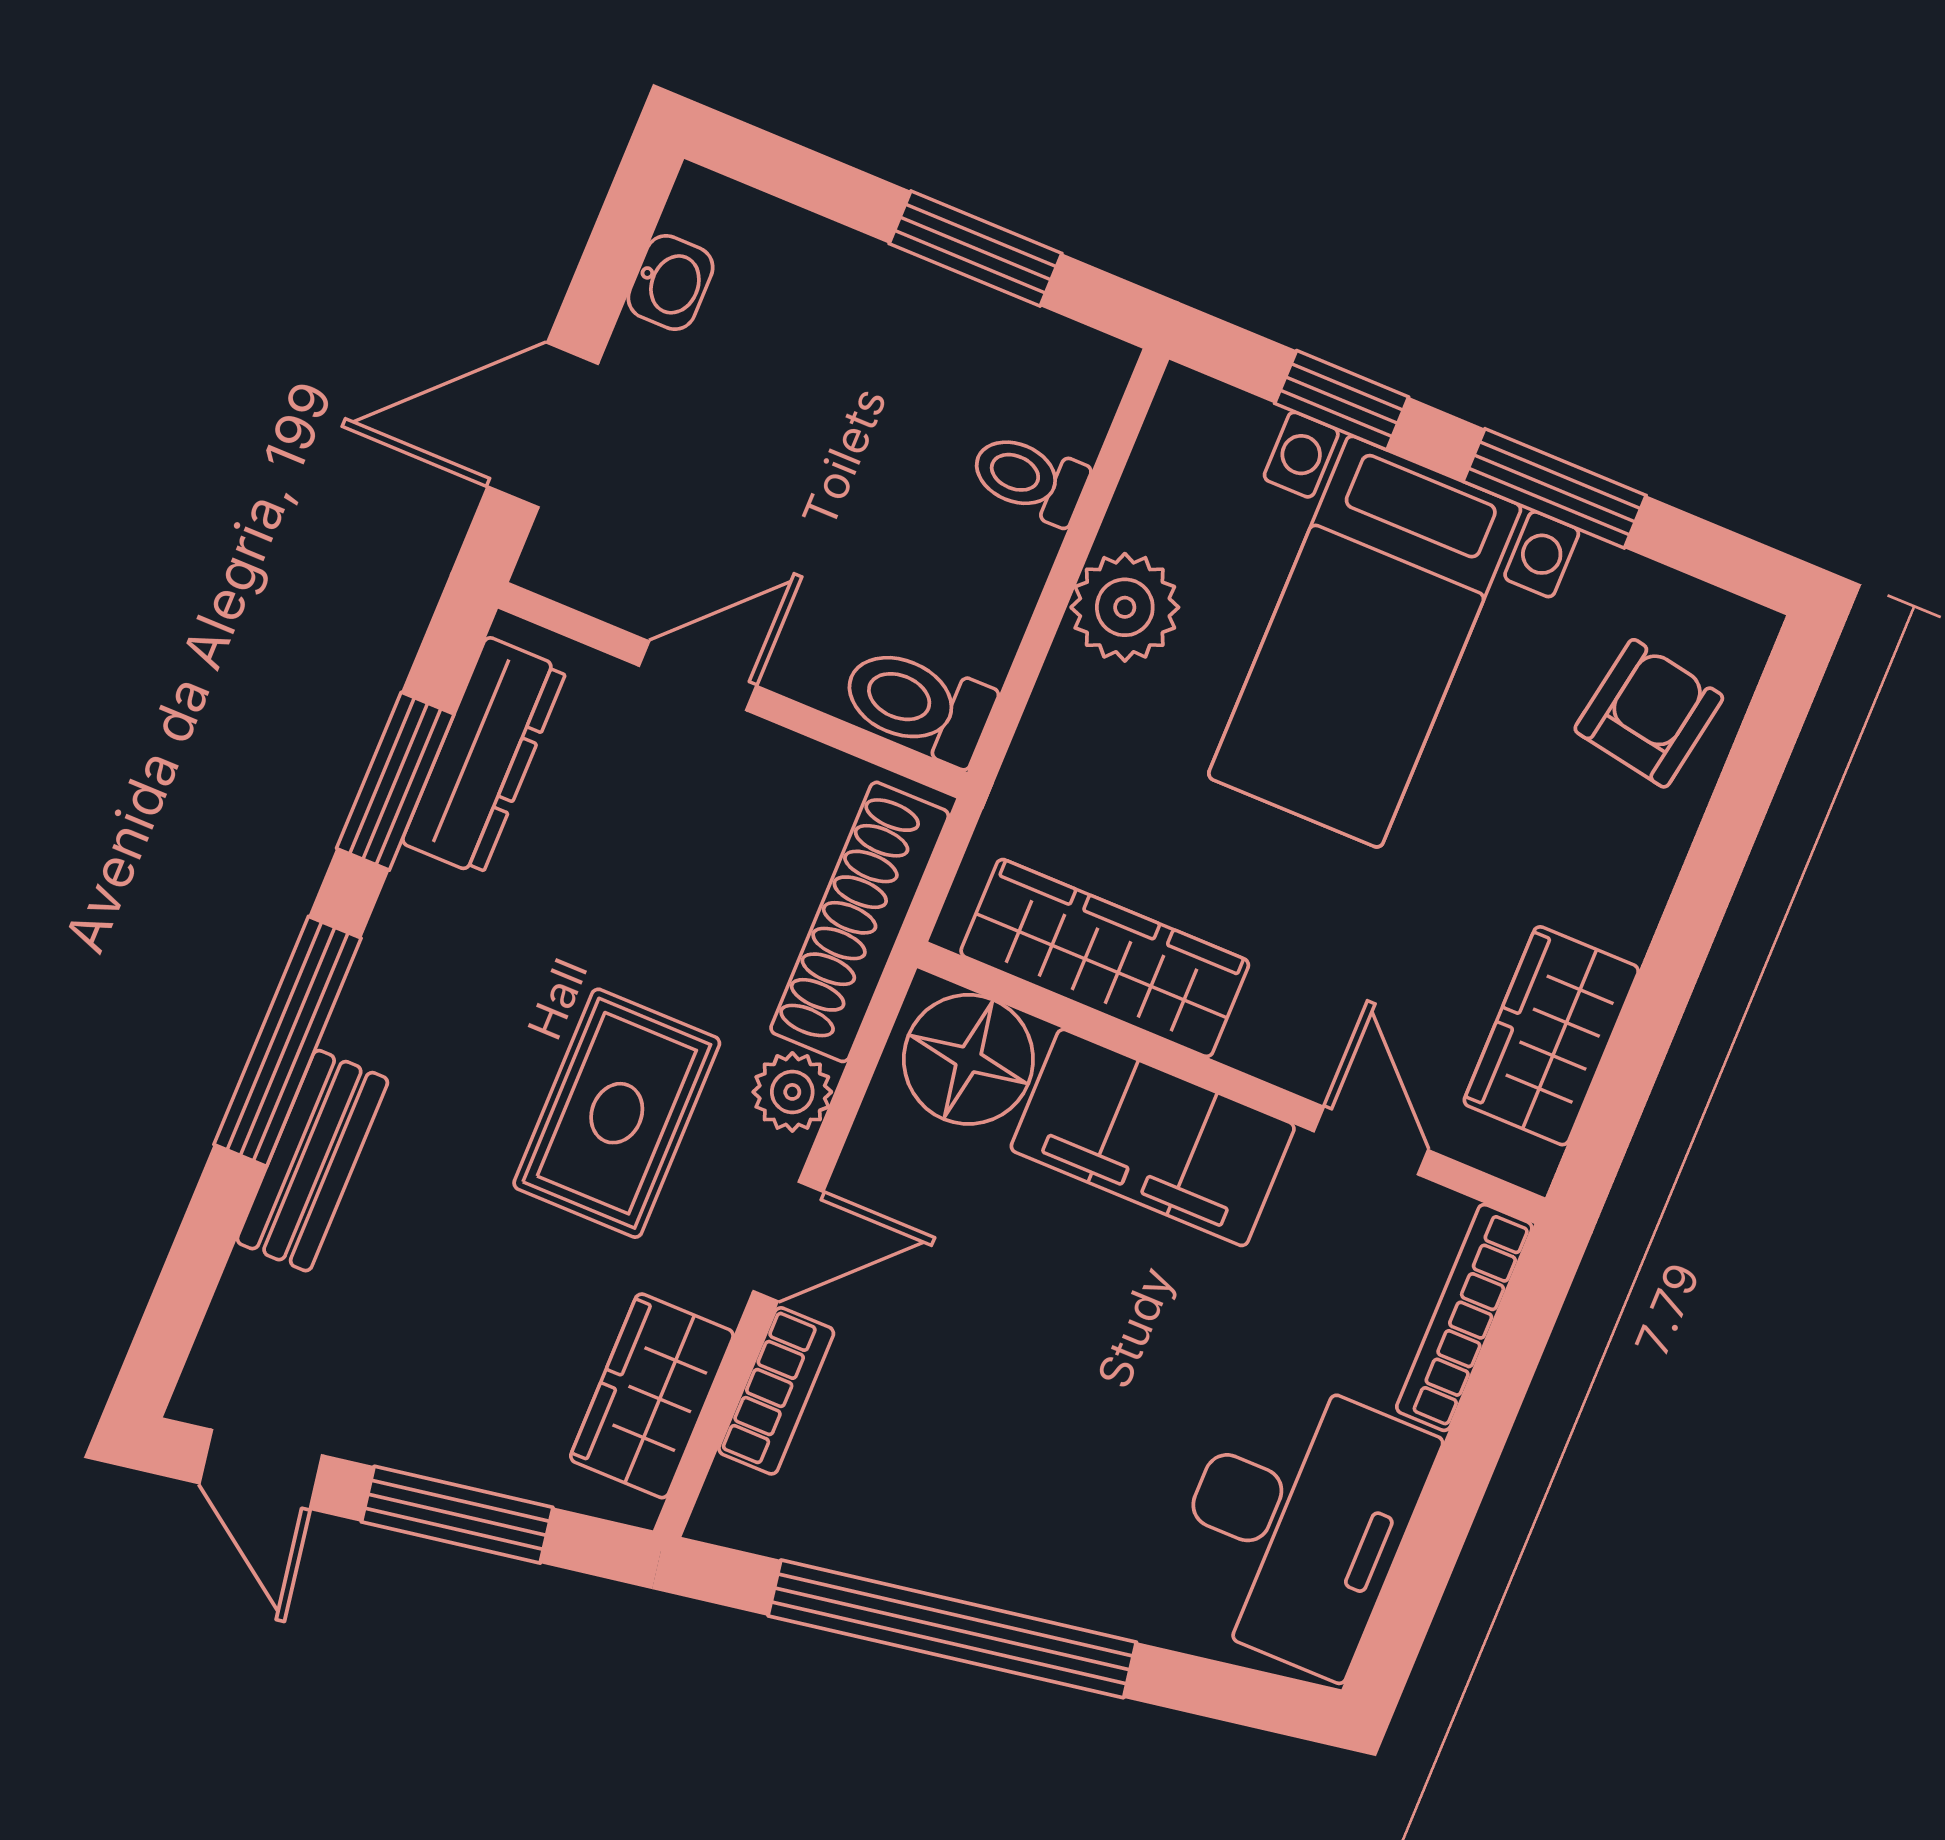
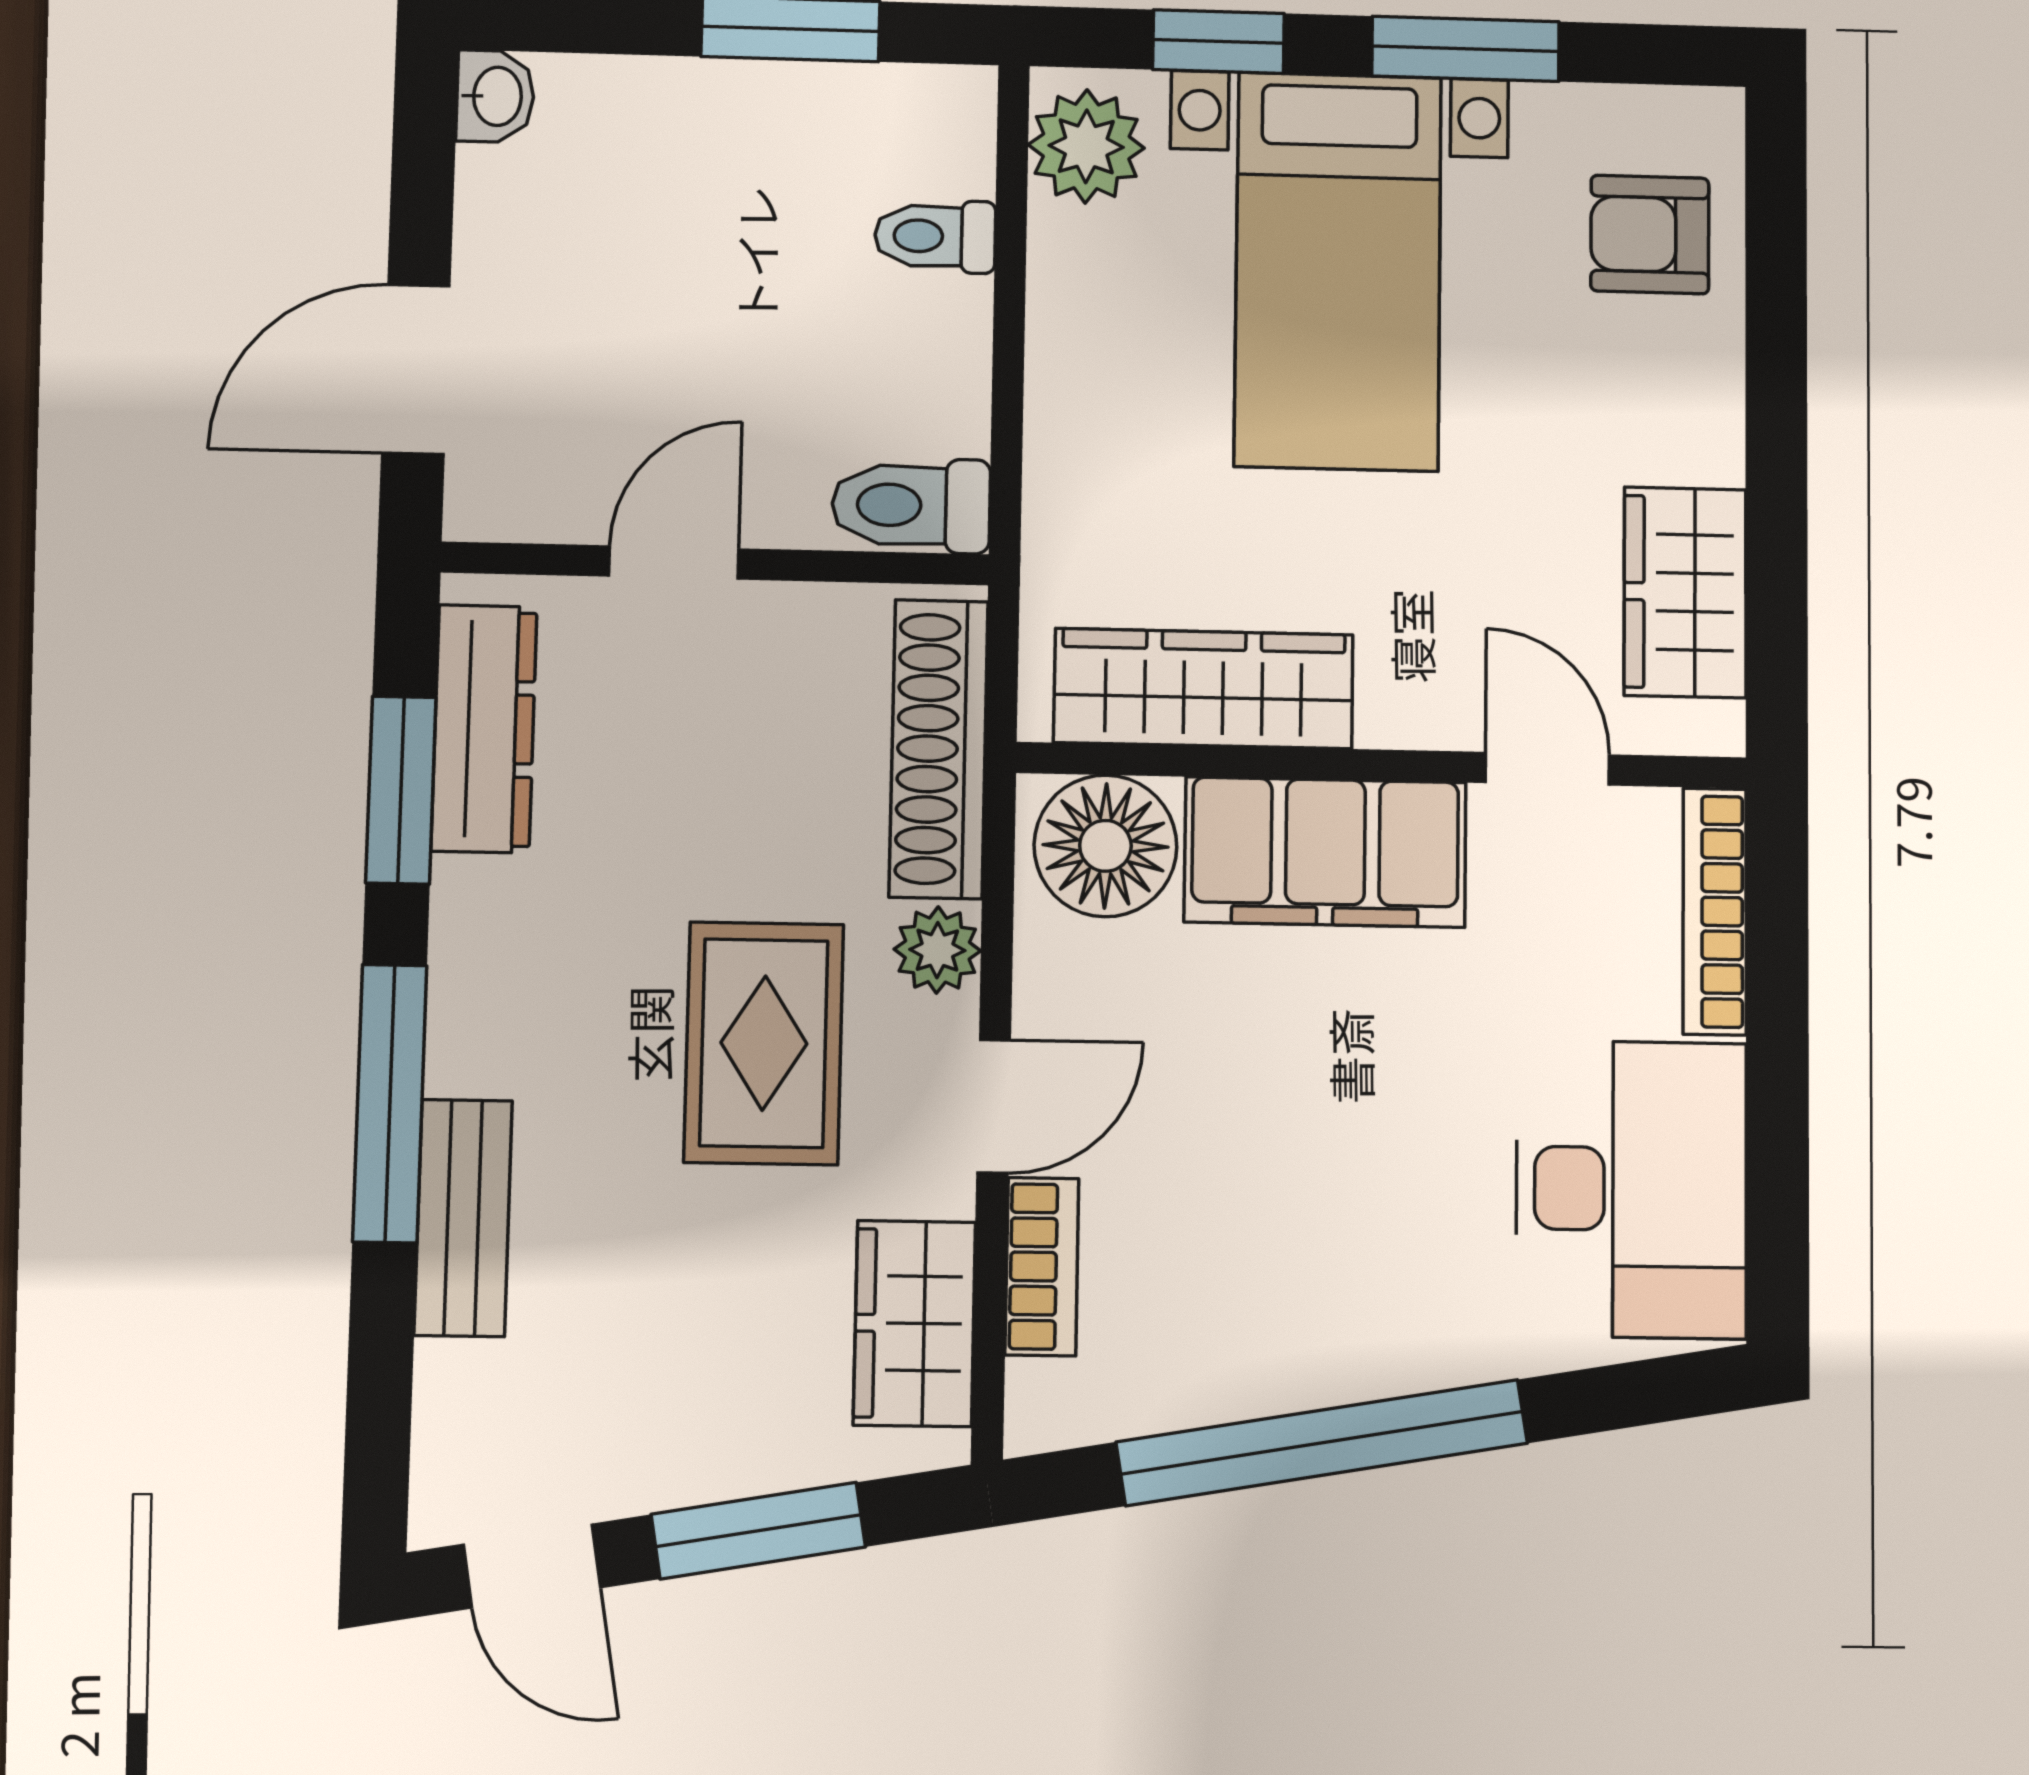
washbasin: (670, 283) -> (495, 96), moved
plant: (1125, 607) -> (1086, 146), moved
armchair: (1649, 713) -> (1650, 235), turned -100

